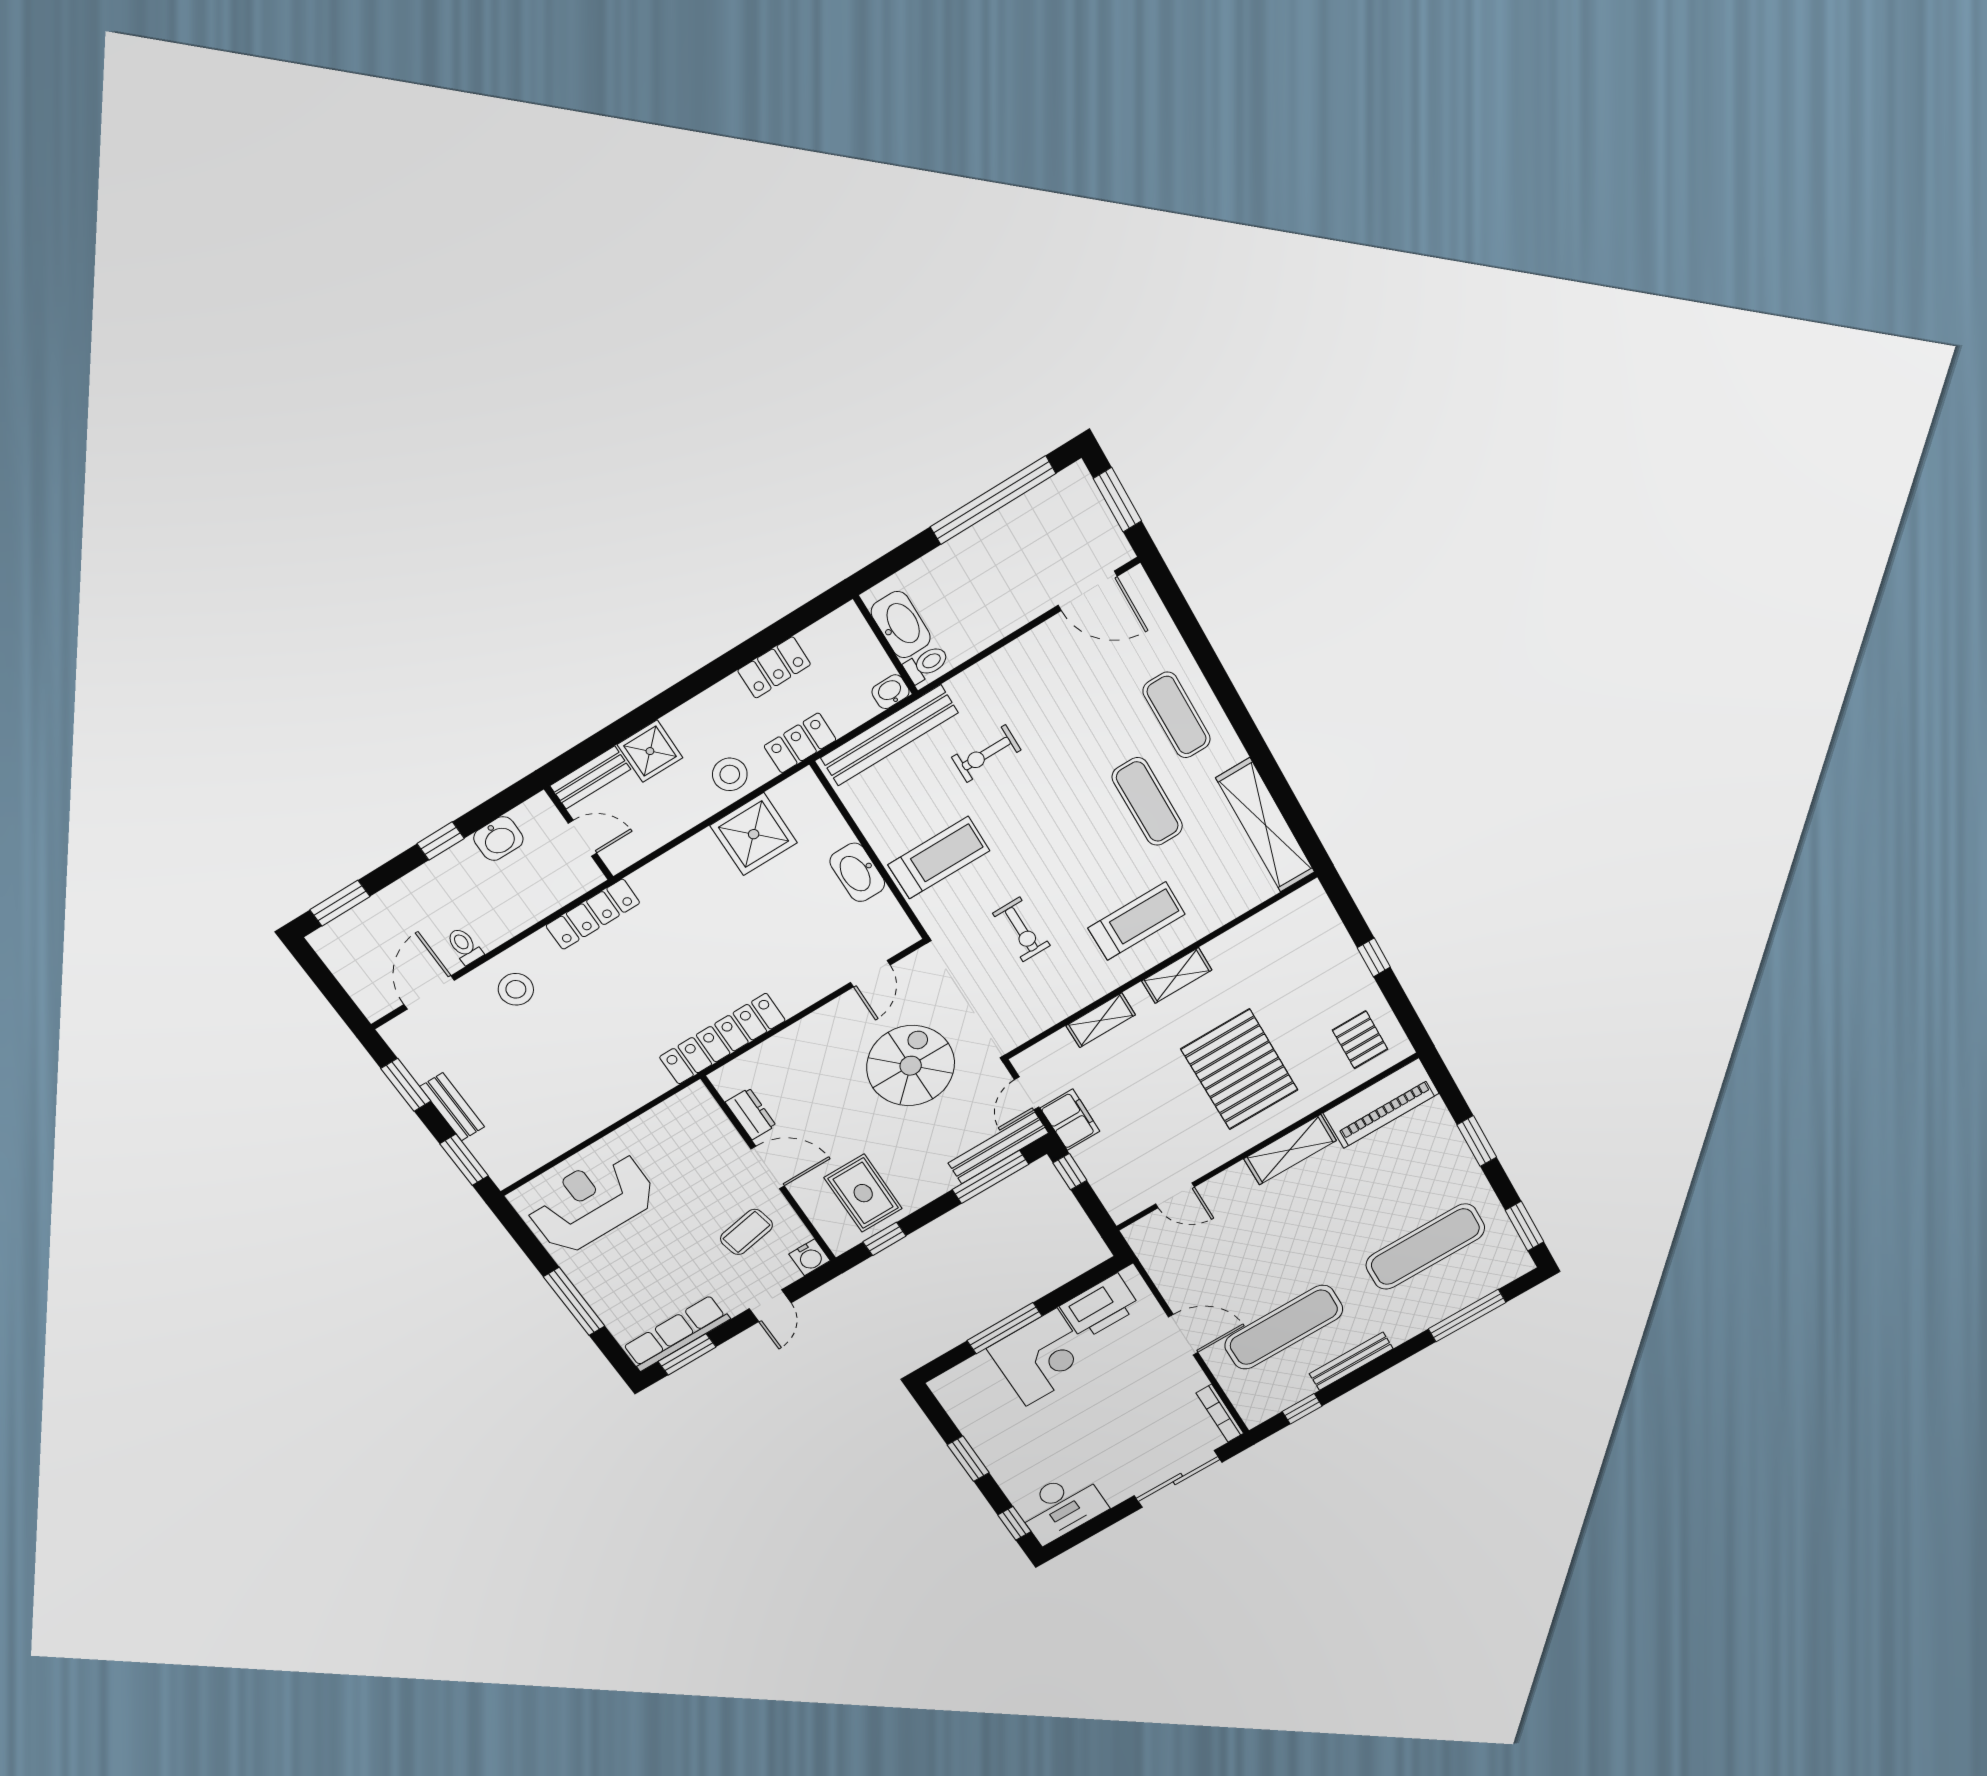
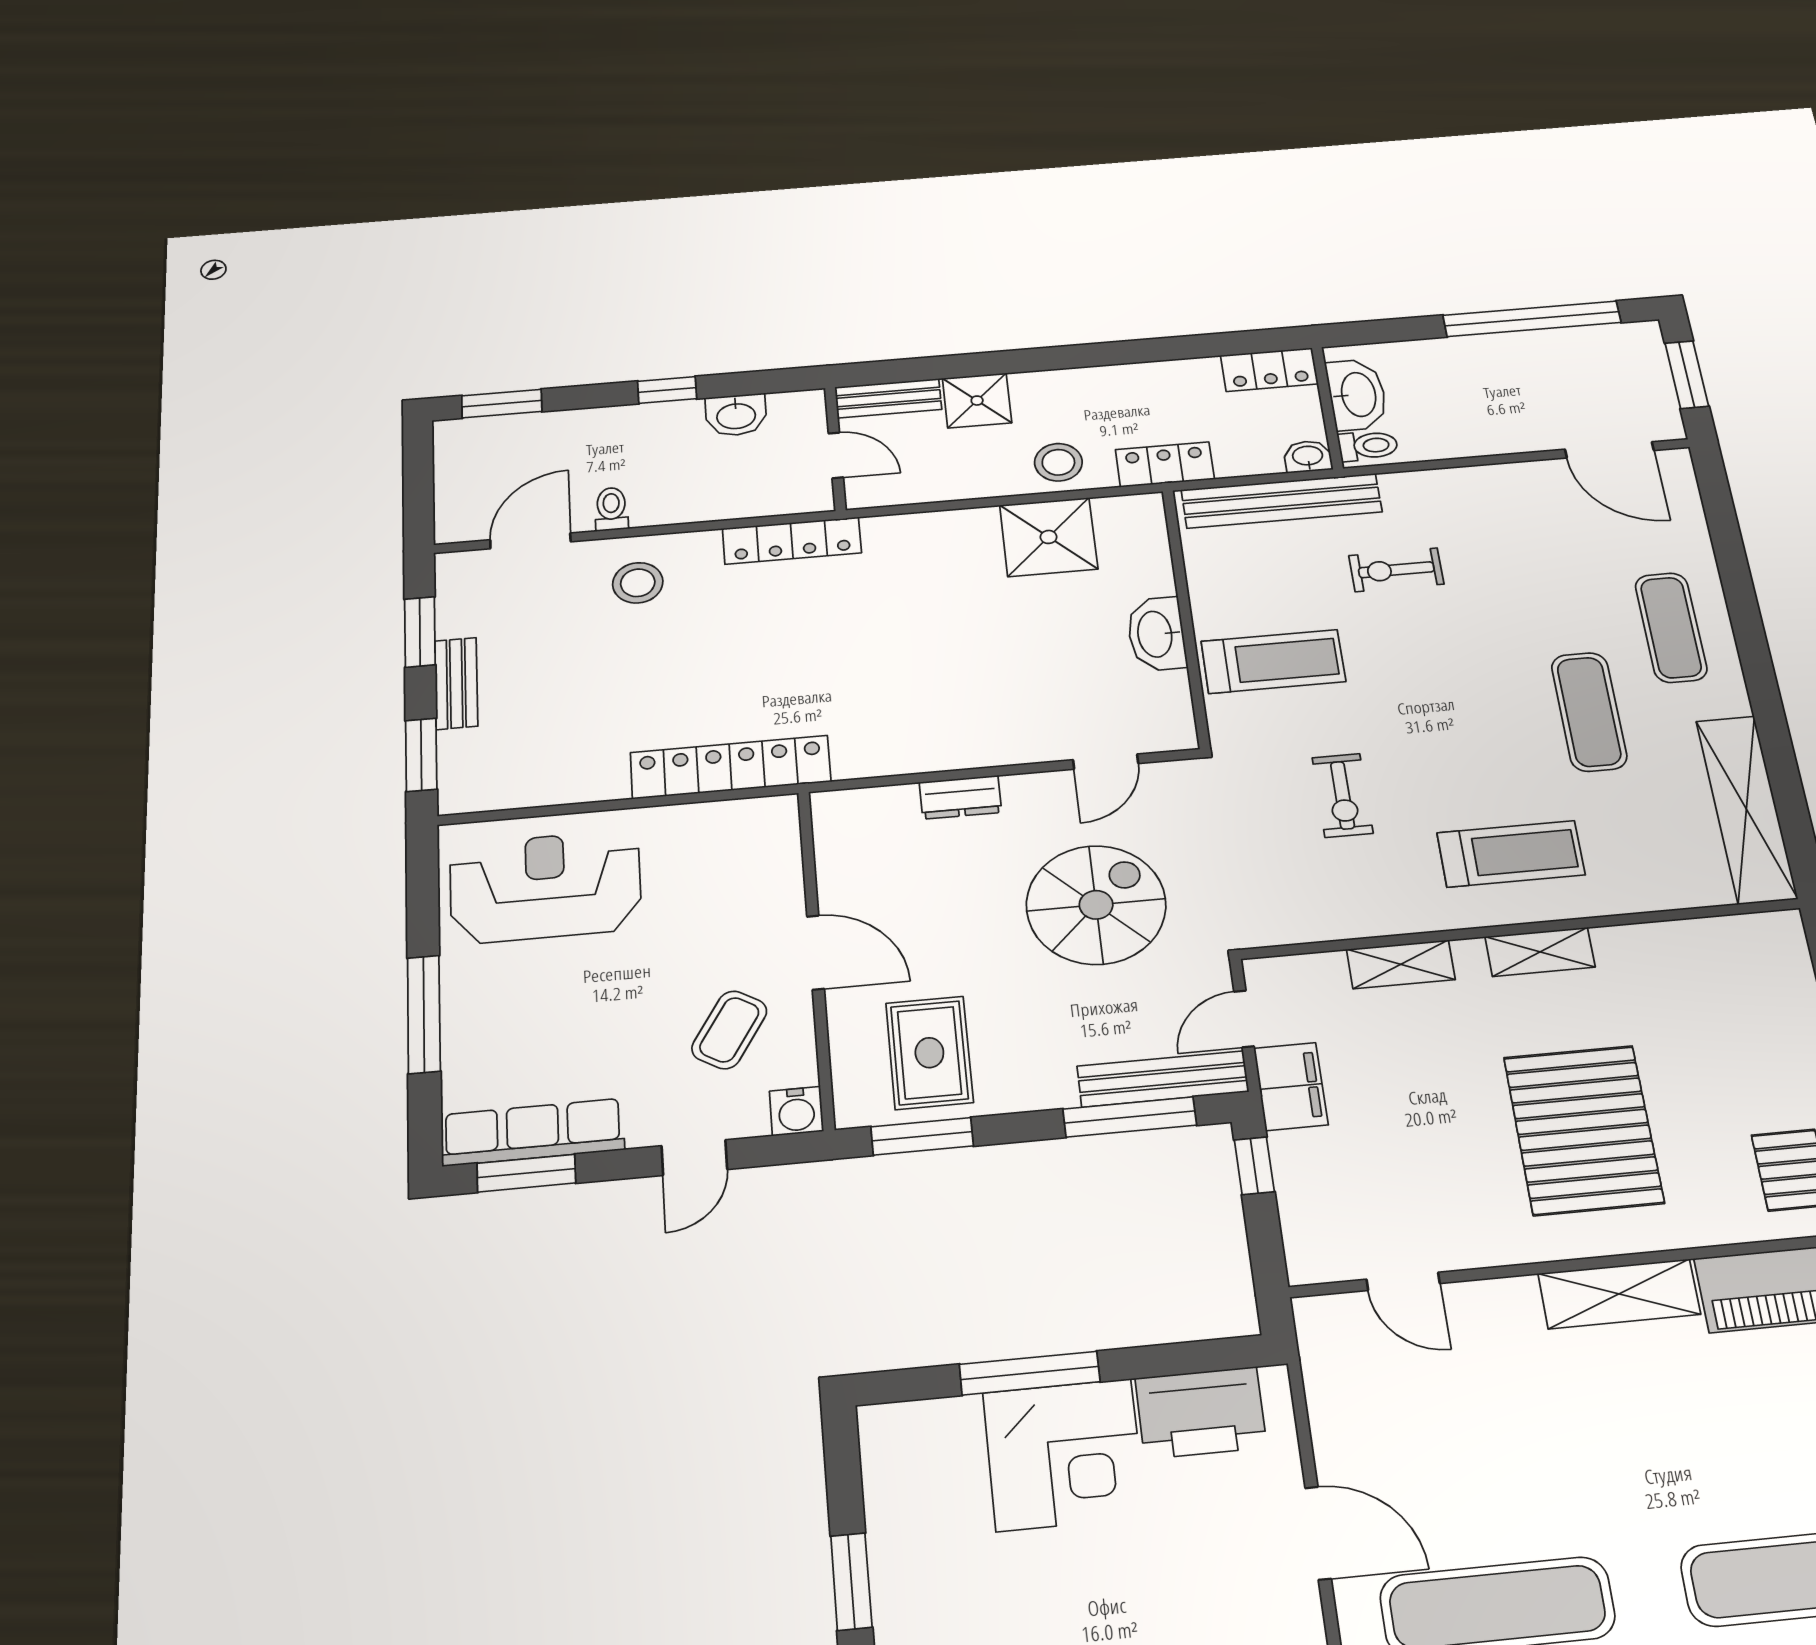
locker: (774, 667) -> (1269, 370), moved
locker: (722, 1039) -> (730, 767), moved
dresser: (751, 1114) -> (960, 797), moved, turned 90
coffee table: (746, 1232) -> (729, 1030), turned -48
window: (885, 1239) -> (922, 1136), width x1.50

